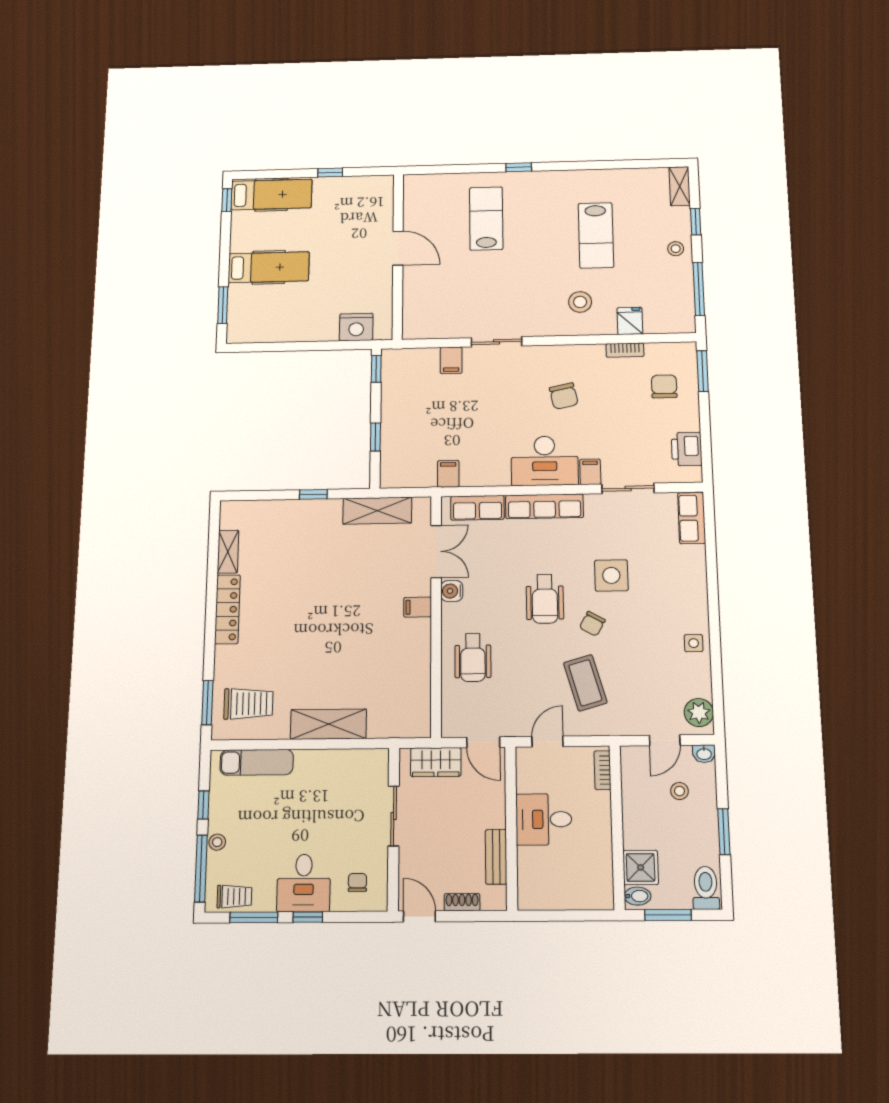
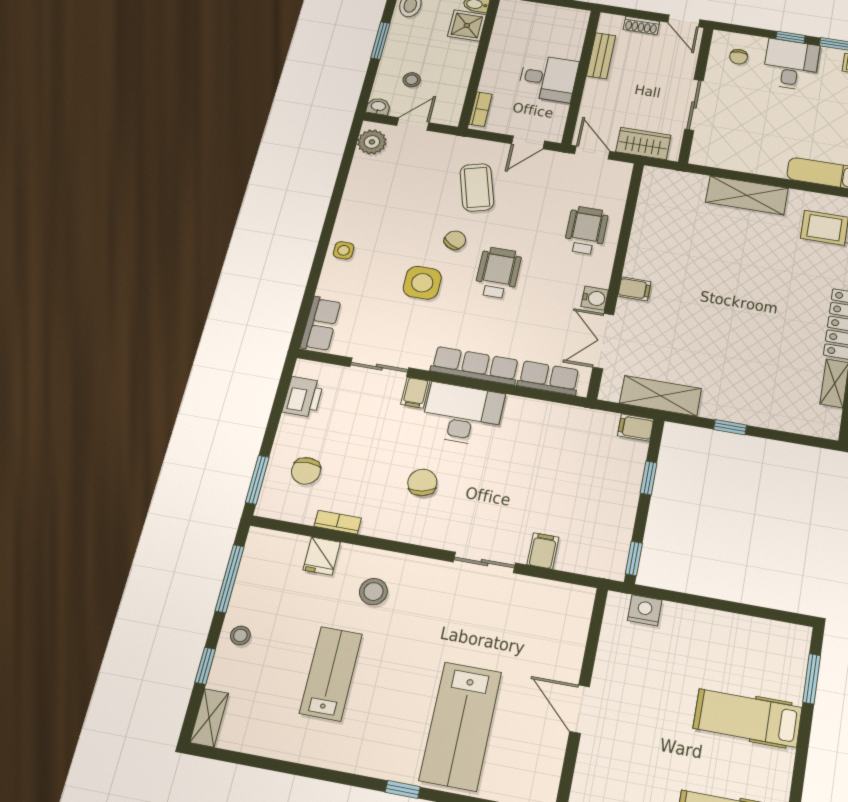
lab bench: (486, 218) -> (461, 726), width x1.36, depth x1.39
nightstand: (356, 327) -> (645, 610), width x0.74, depth x0.75
filing cabinet: (448, 474) -> (636, 428), moved, turned 90
side table: (694, 643) -> (344, 250), moved

